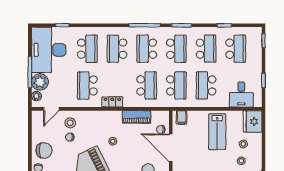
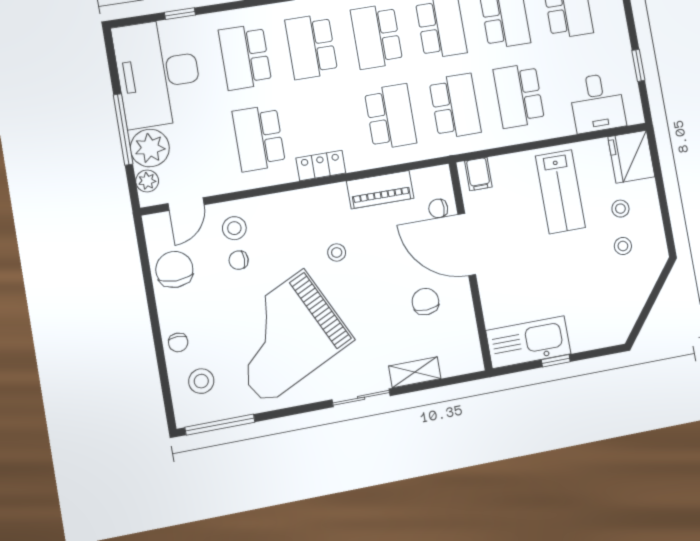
school desk: (87, 49) -> (245, 57), turned 180
chair: (44, 150) -> (174, 269), moved, turned -88

